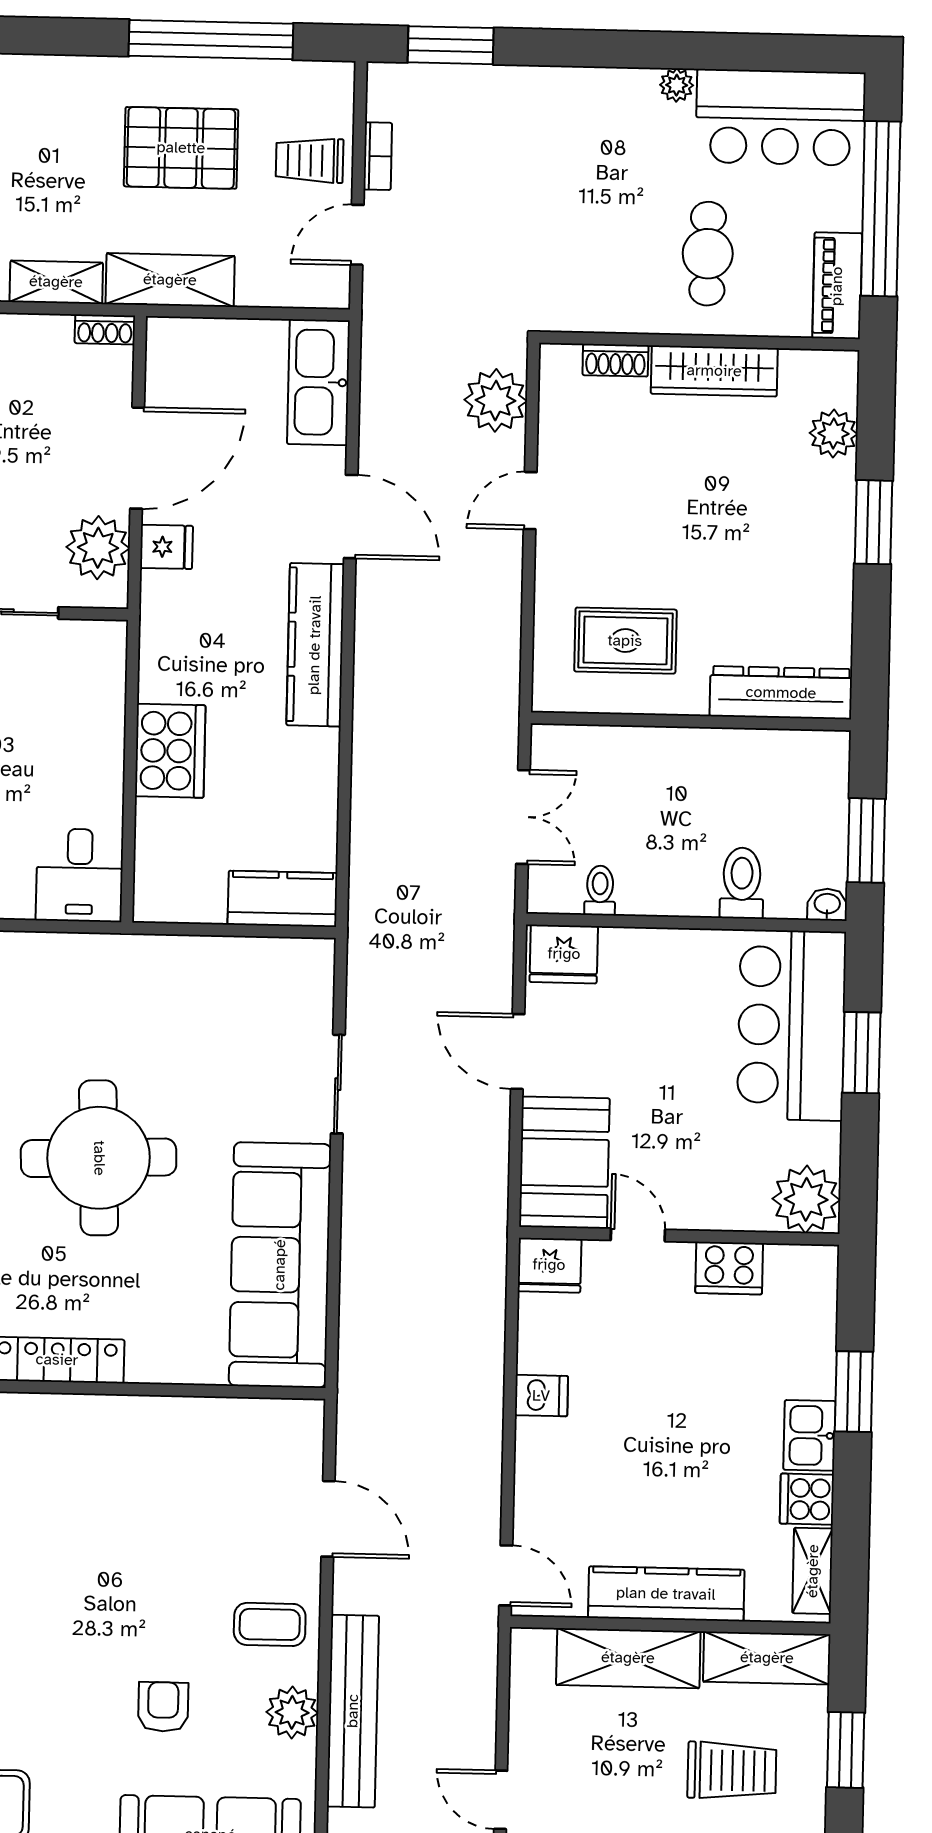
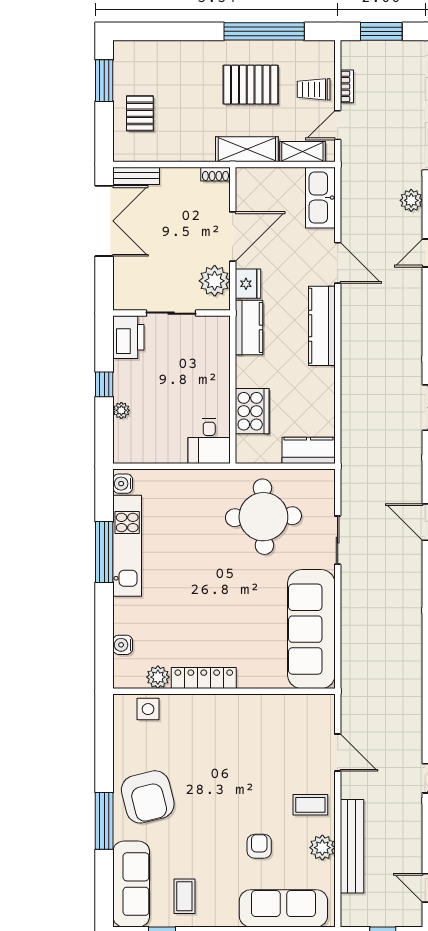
shelving: (56, 282) -> (302, 152), moved
plant: (496, 400) -> (411, 200), width x0.73, depth x0.73
fridge: (166, 547) -> (248, 284), width x1.38
kitchen counter: (166, 645) -> (249, 327), added
cooker: (170, 751) -> (252, 411), moved
round table: (99, 1158) -> (263, 517), moved

